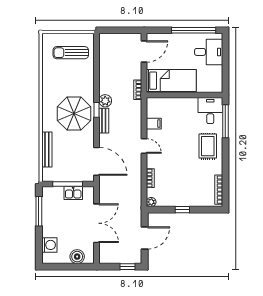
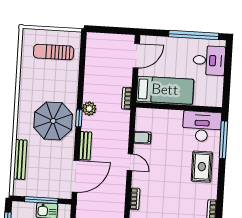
desk: (210, 111) -> (202, 126), width x1.37
bench: (104, 121) -> (85, 146), moved
door: (97, 161) -> (75, 176), hinge flipped

